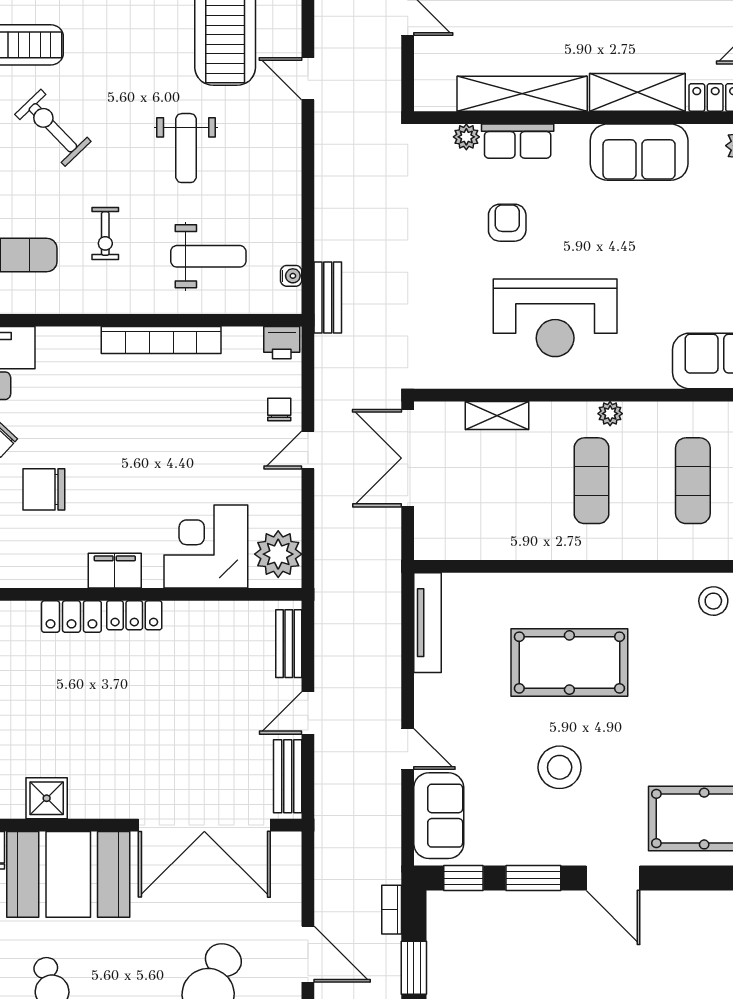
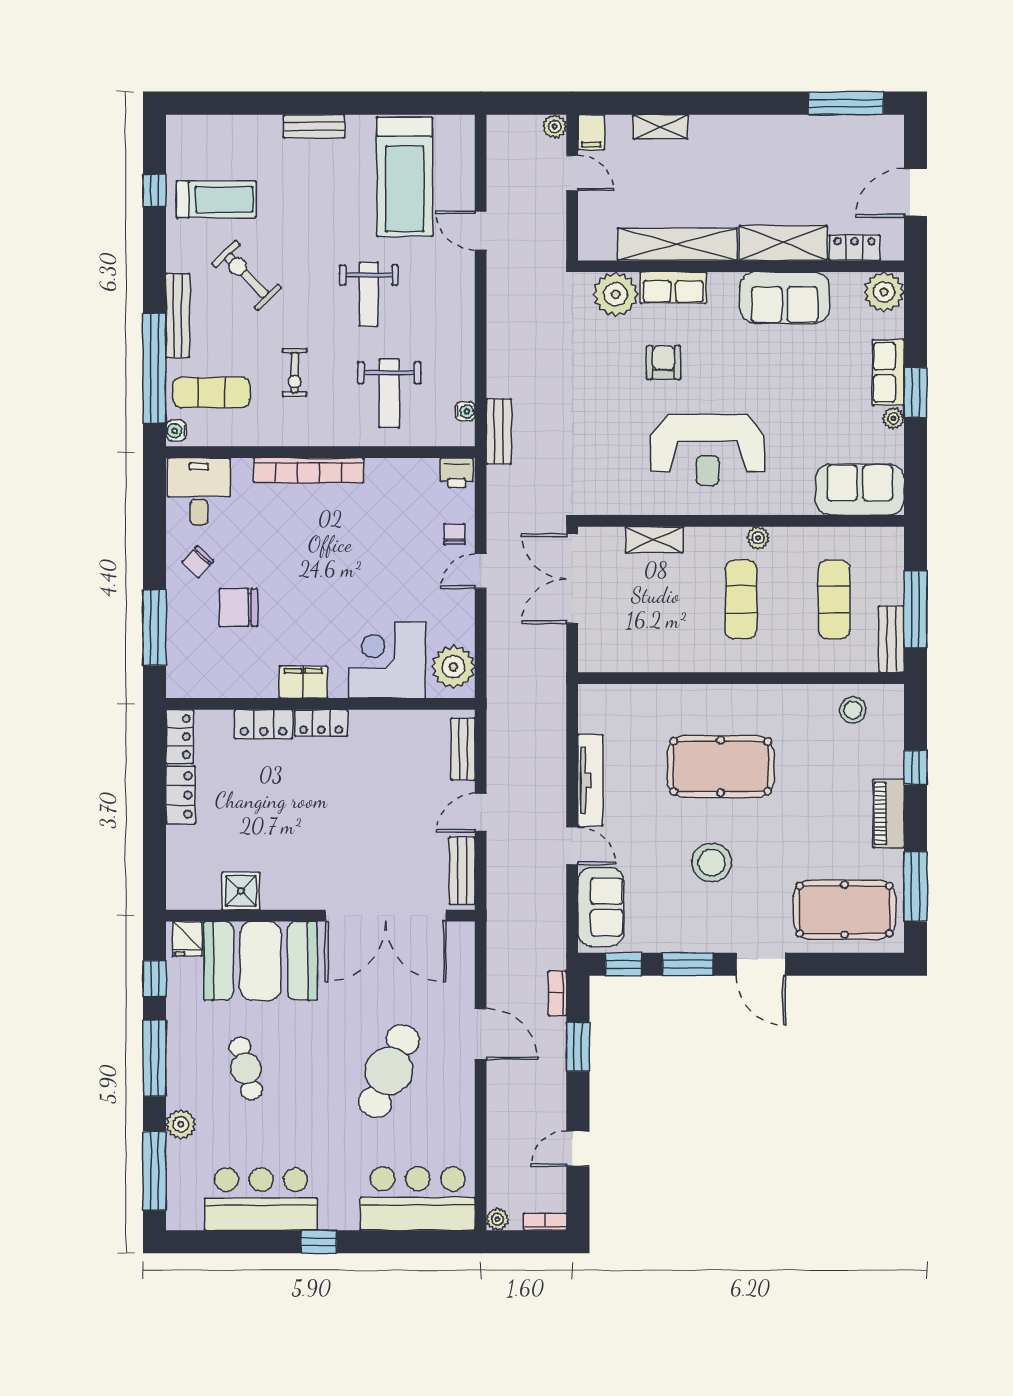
plant: (466, 137) -> (616, 294), width x1.88, depth x1.88
weight bench: (208, 256) -> (389, 393), turned 90
bookcase: (161, 340) -> (309, 470), moved
tv unit: (427, 623) -> (590, 780), moved

